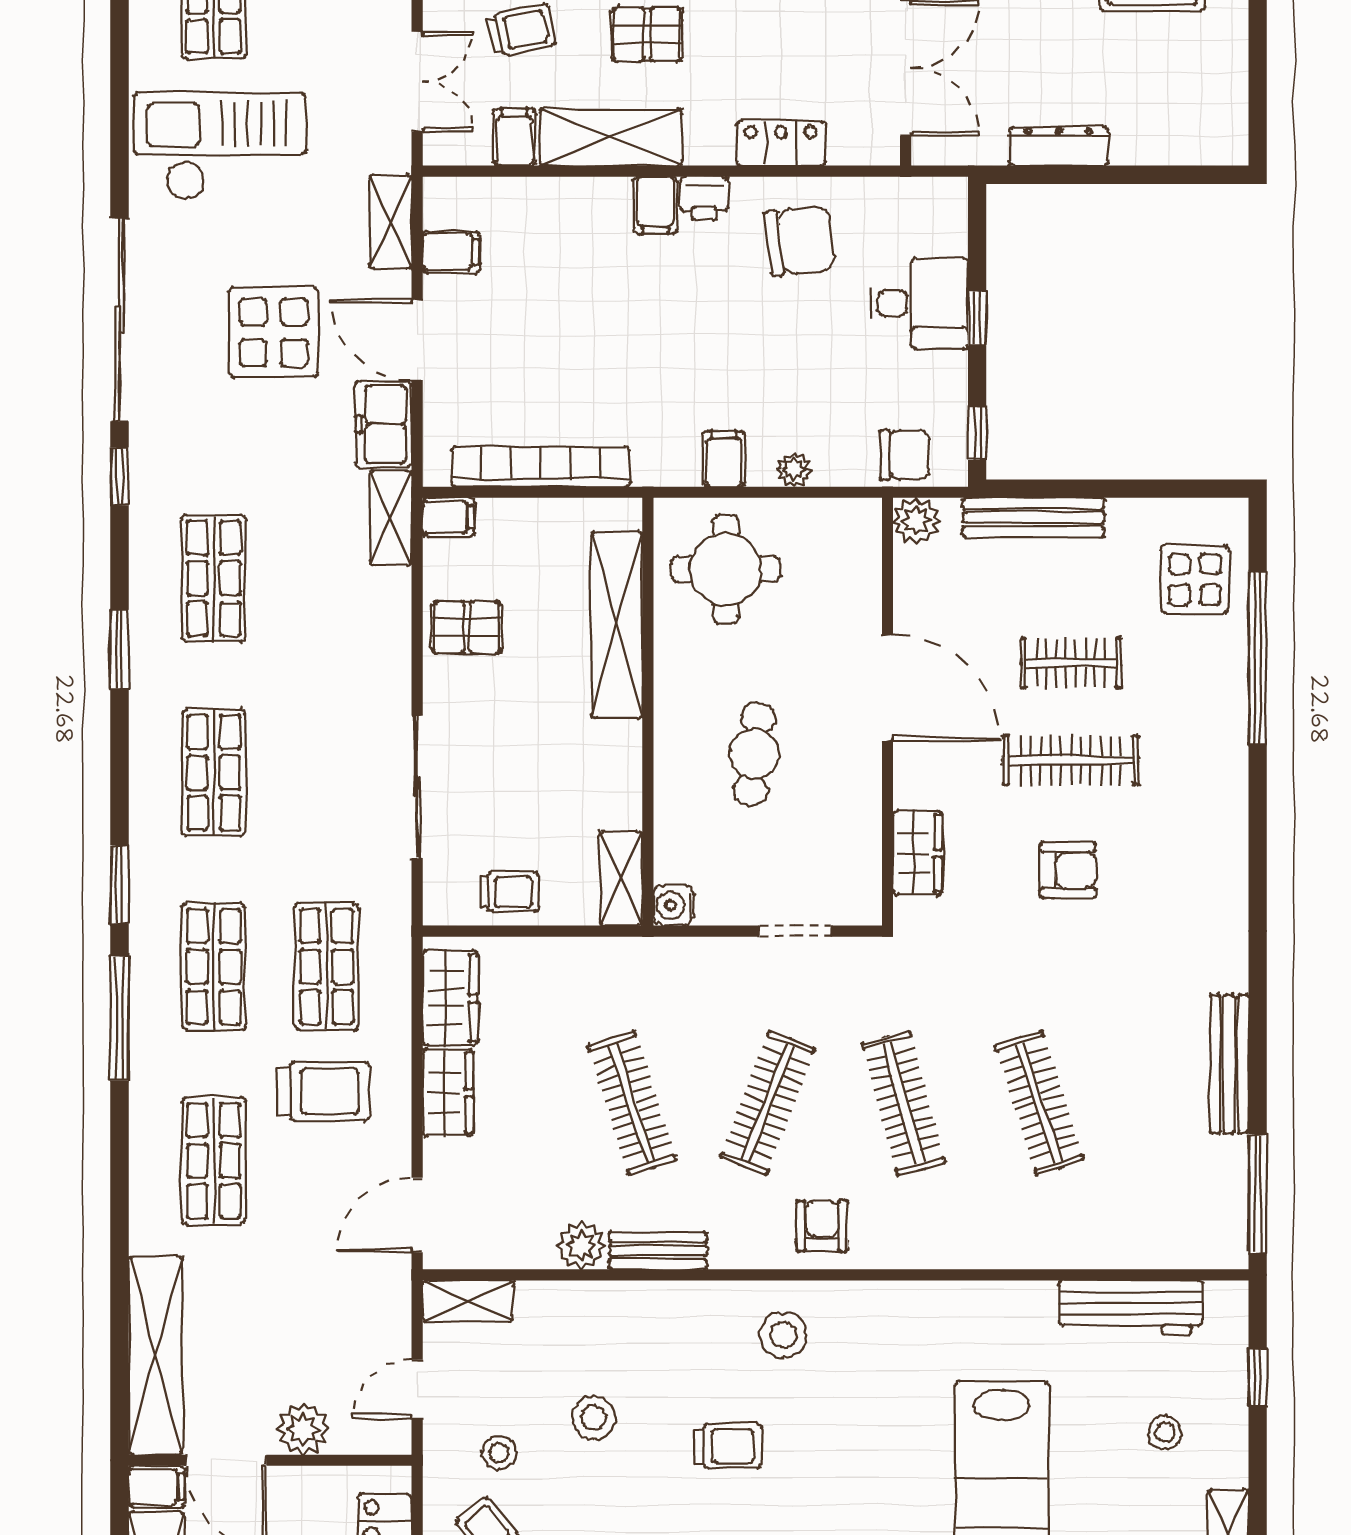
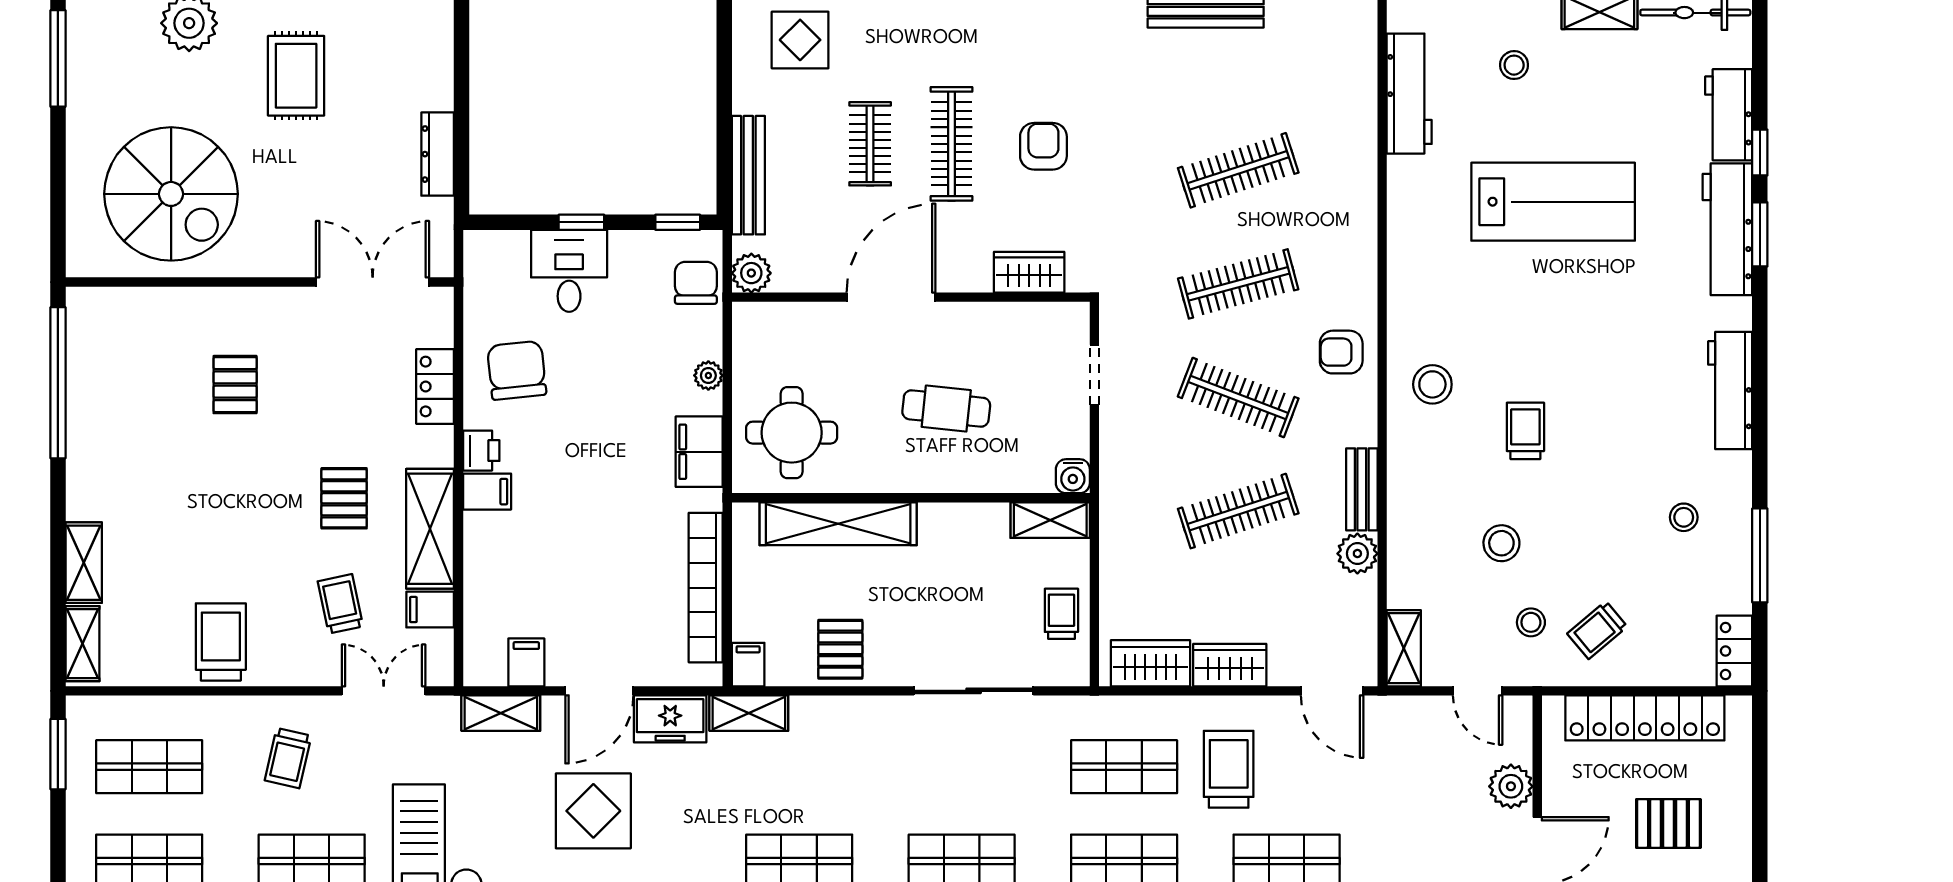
filing cabinet: (724, 459) -> (699, 452), width x2.00

